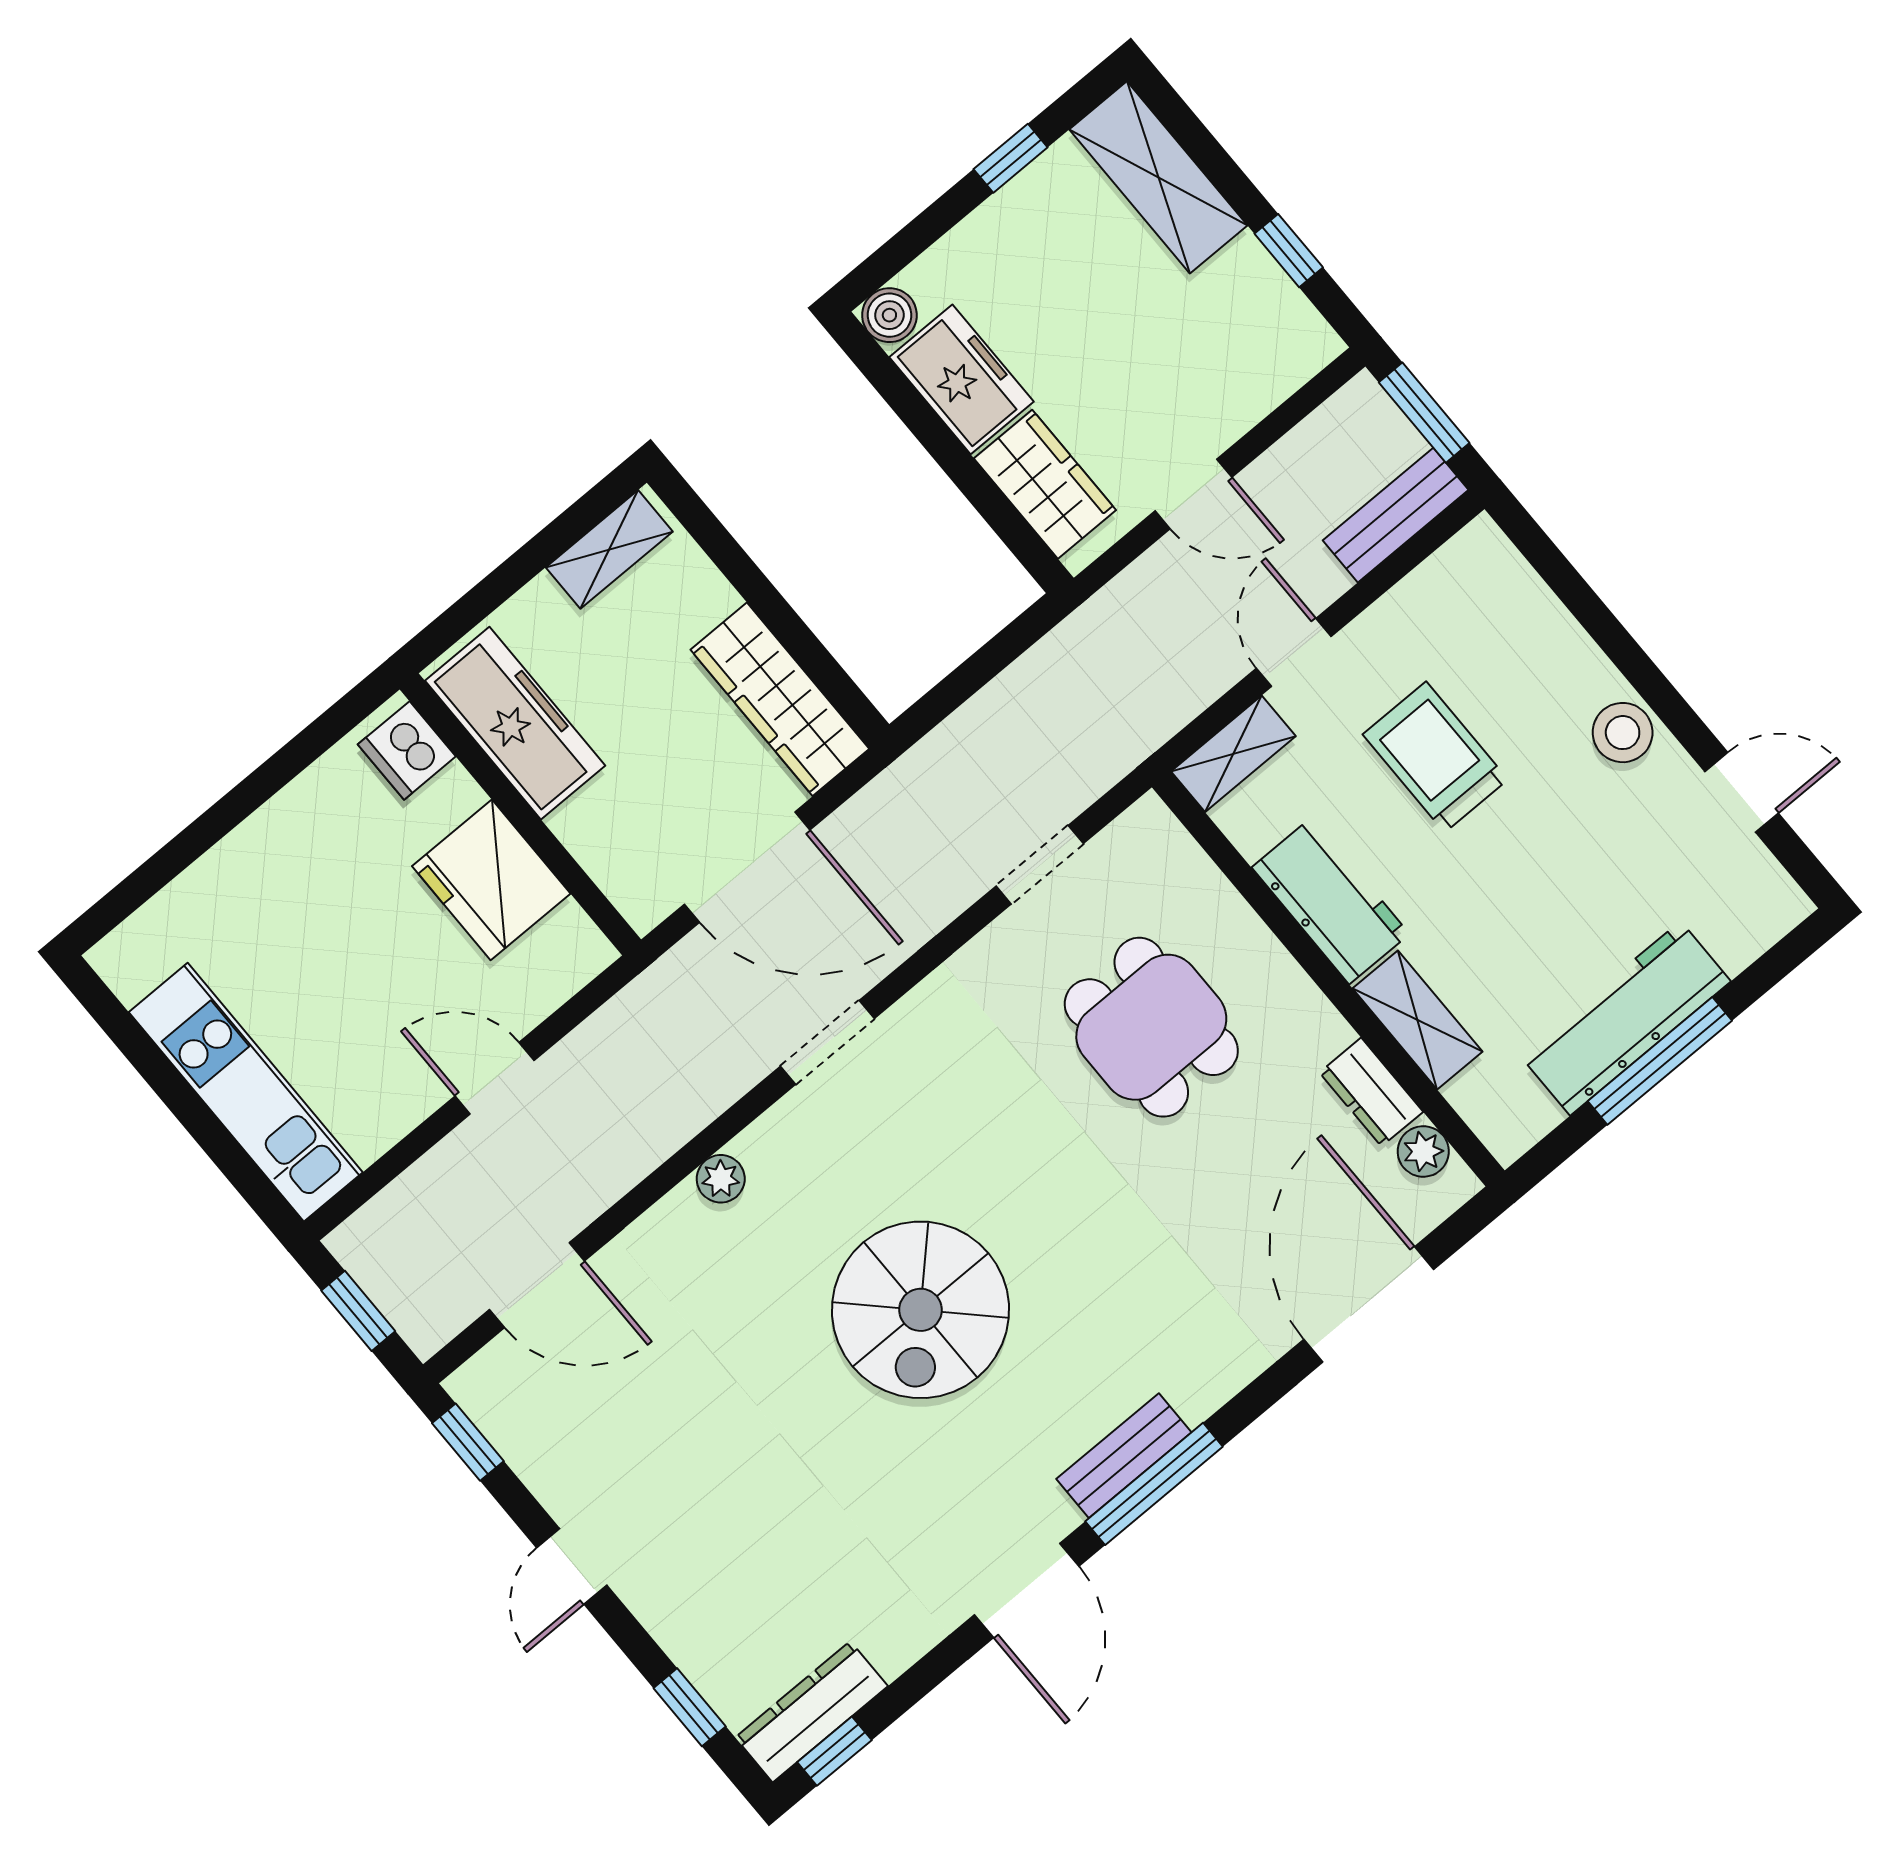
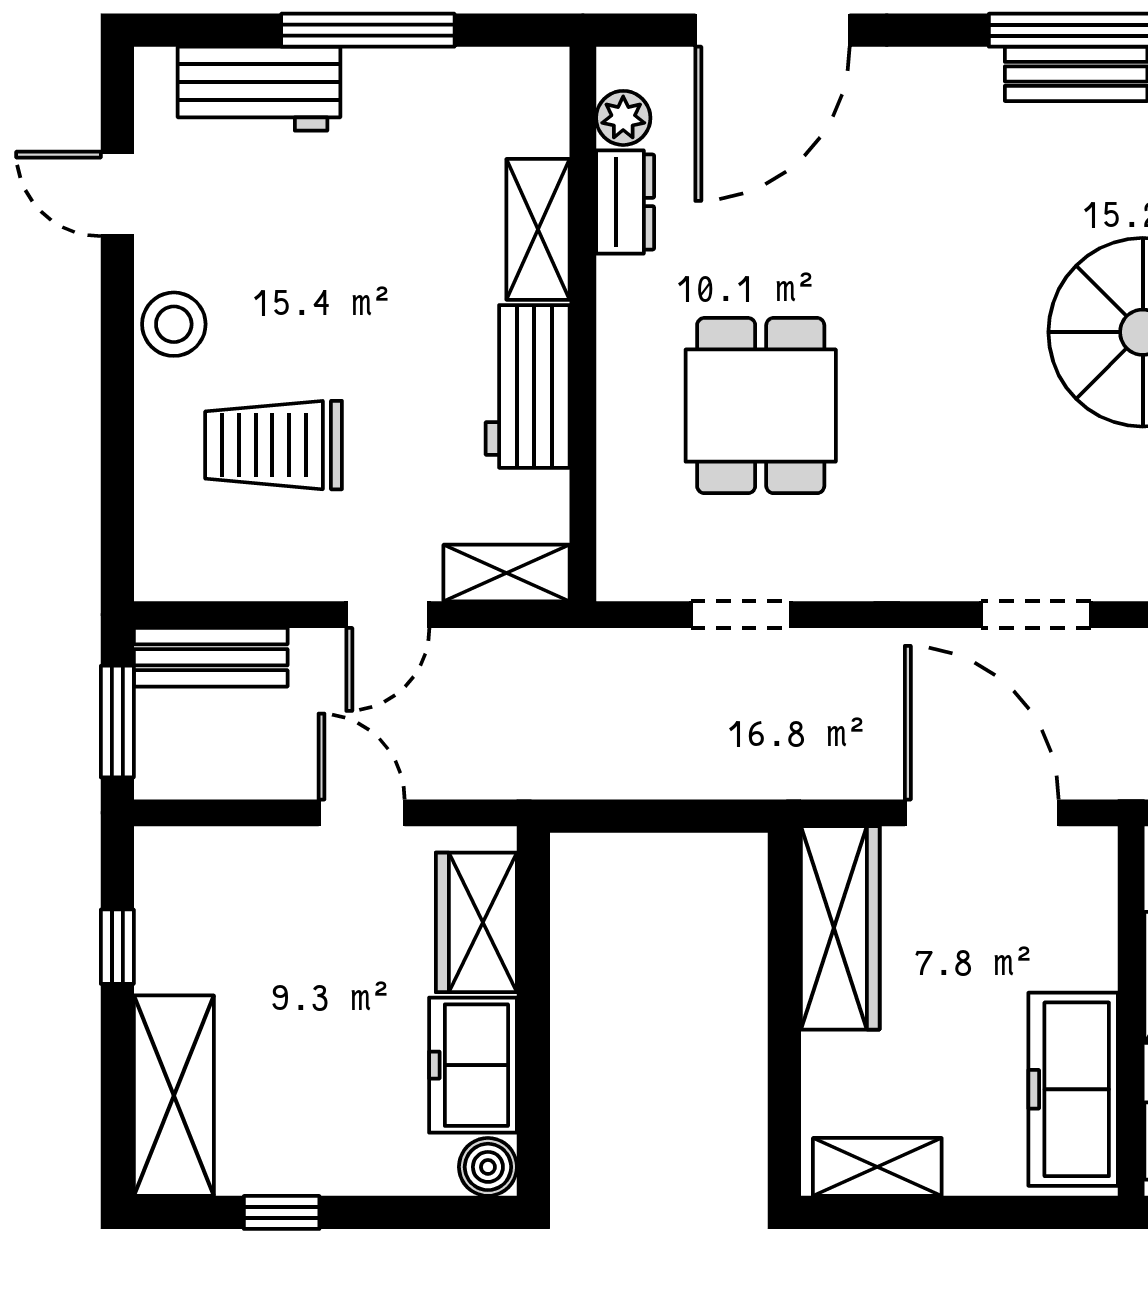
trolley: (1435, 757) -> (274, 445), moved, turned 90
workbench: (1625, 1018) -> (259, 89), moved, width x0.73

